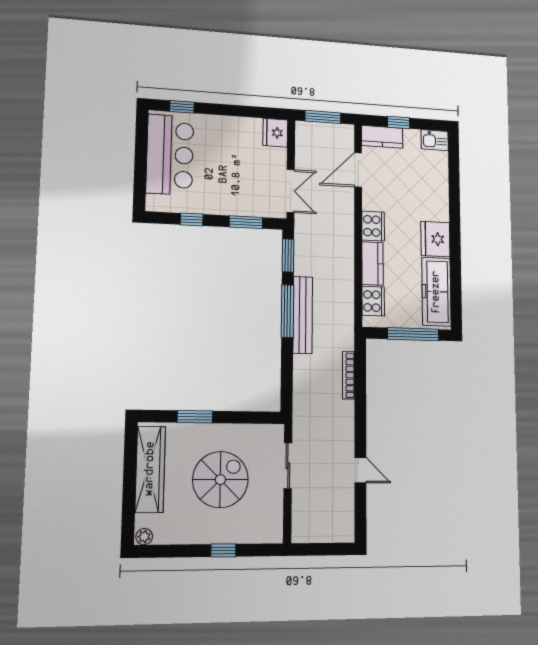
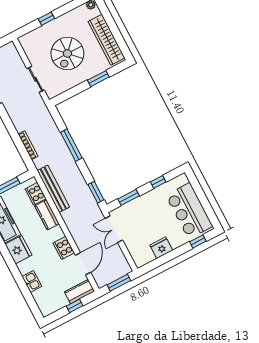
fridge: (275, 133) -> (161, 248), moved, turned -90
kitchen sink: (435, 140) -> (32, 282), moved, turned 90
cooker: (373, 226) -> (64, 248), moved
window: (287, 311) -> (71, 145), moved
bench: (303, 315) -> (53, 189), moved

